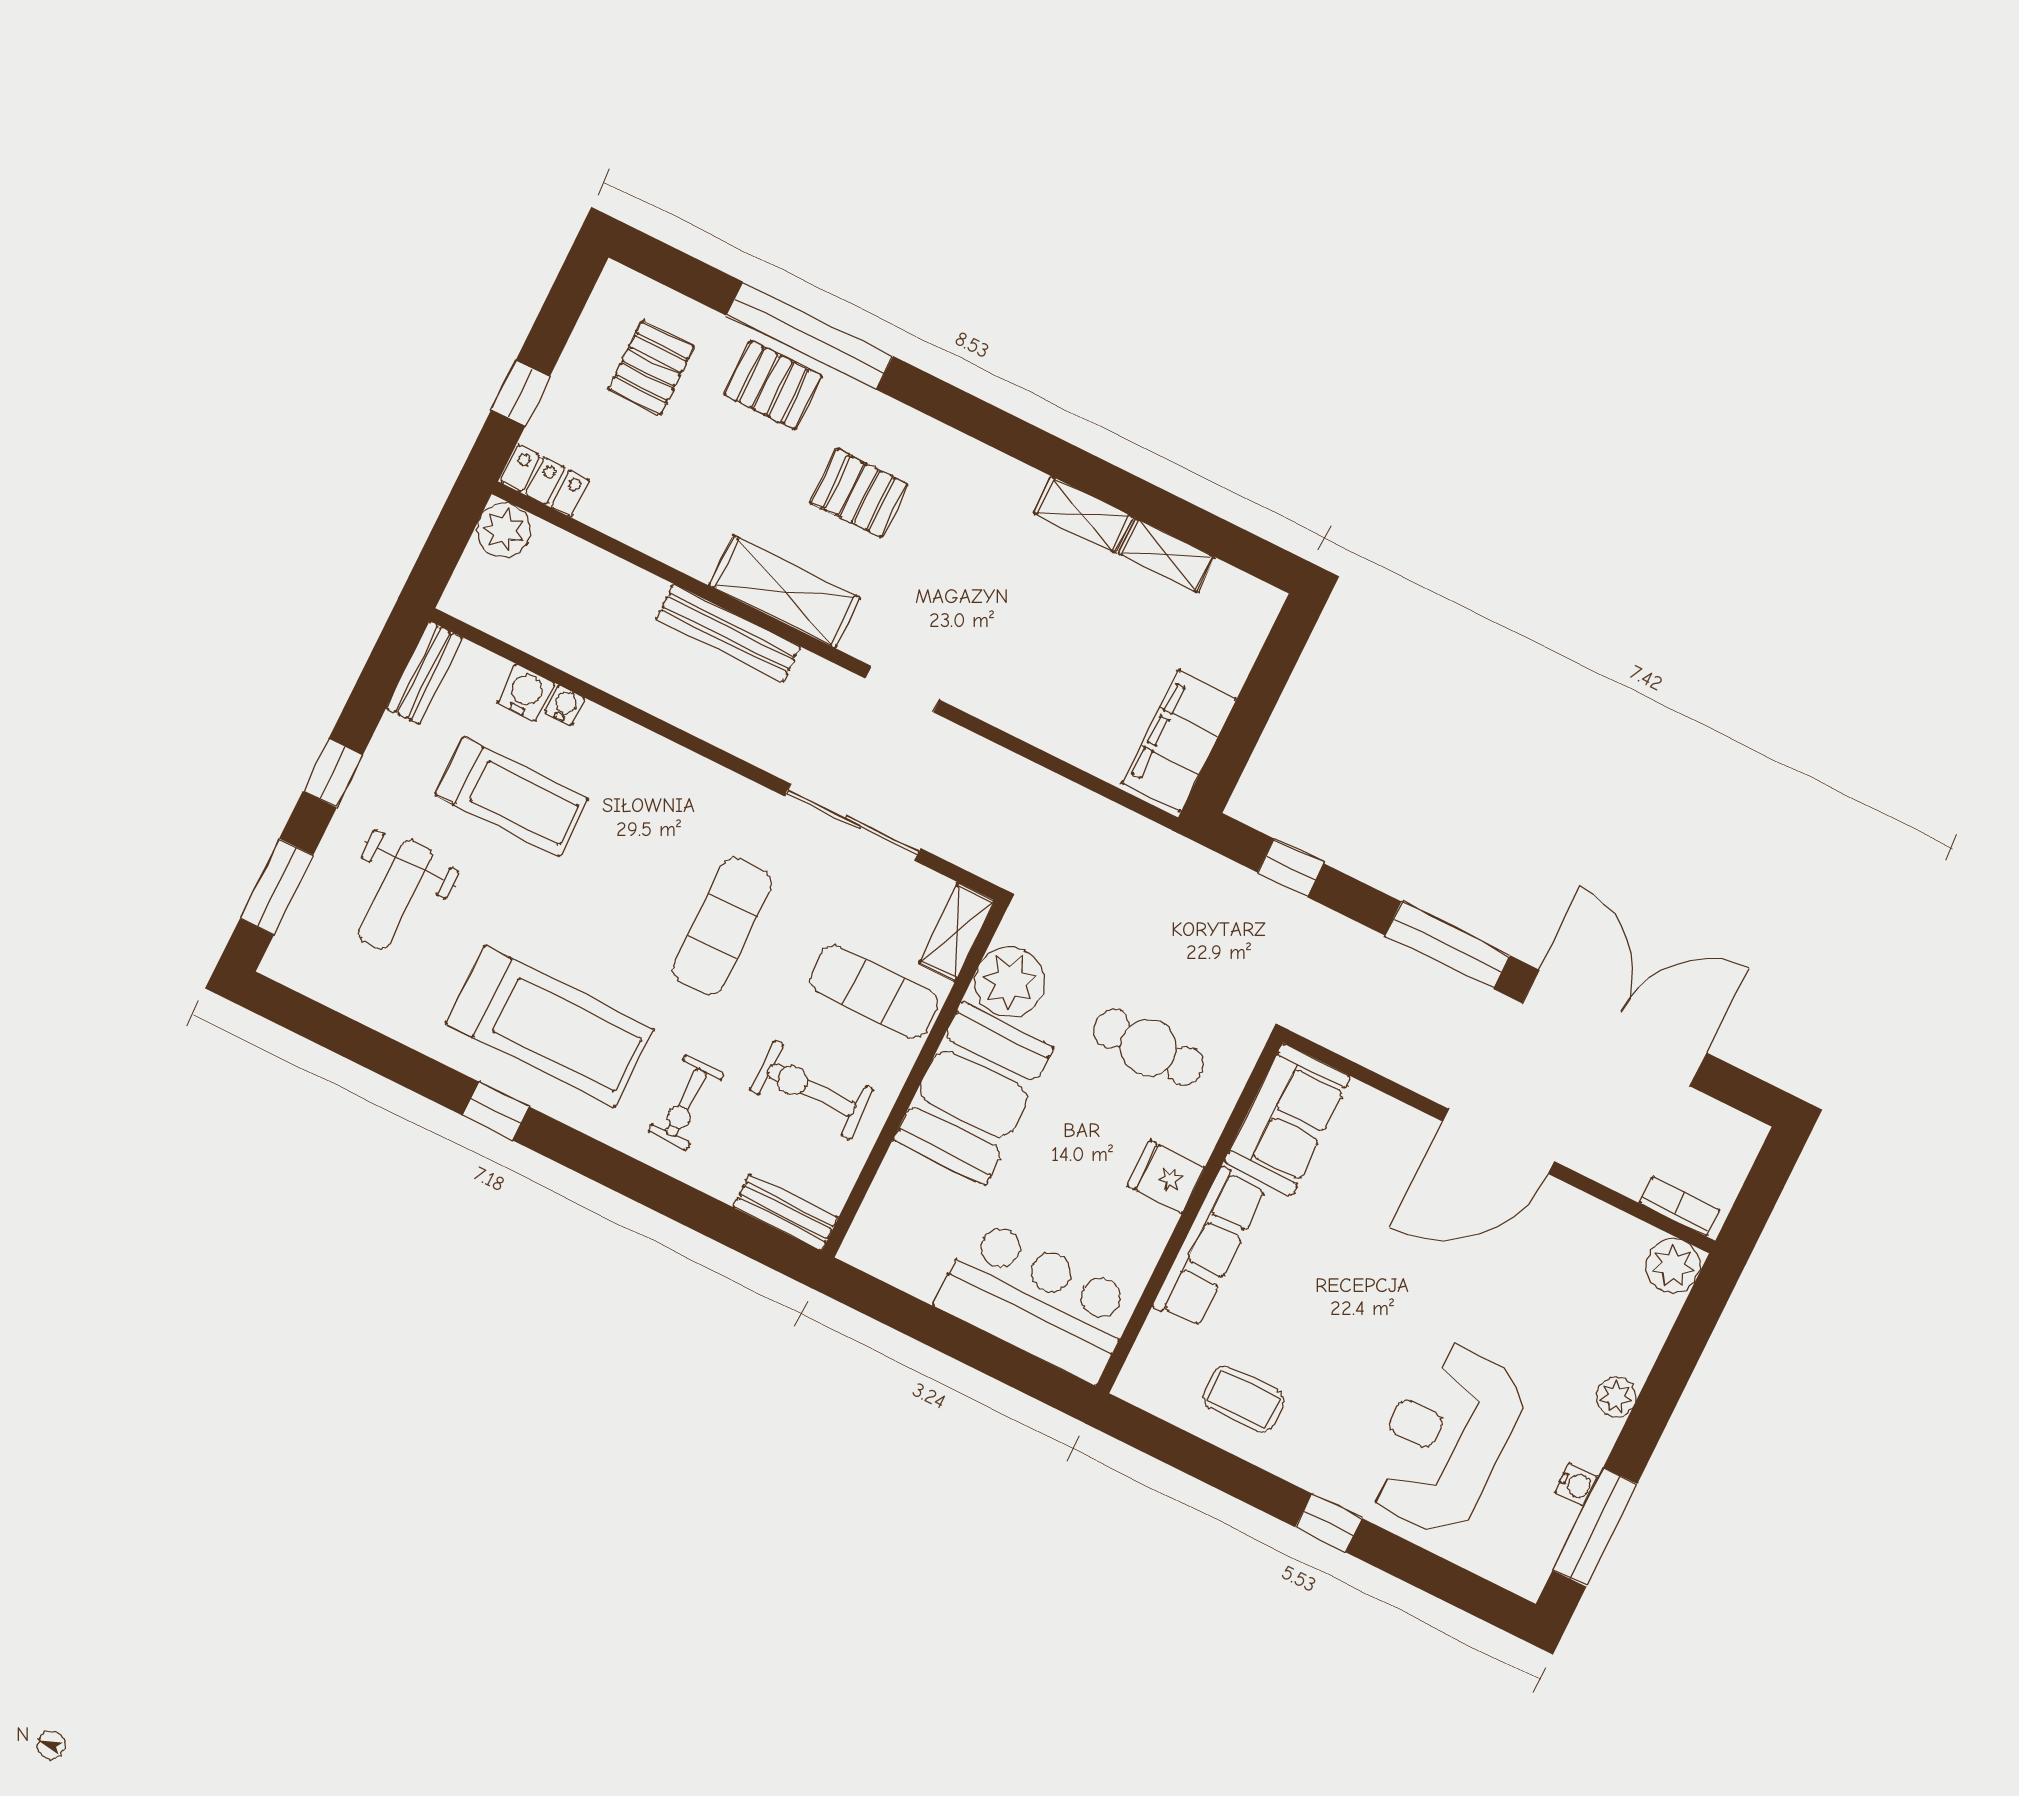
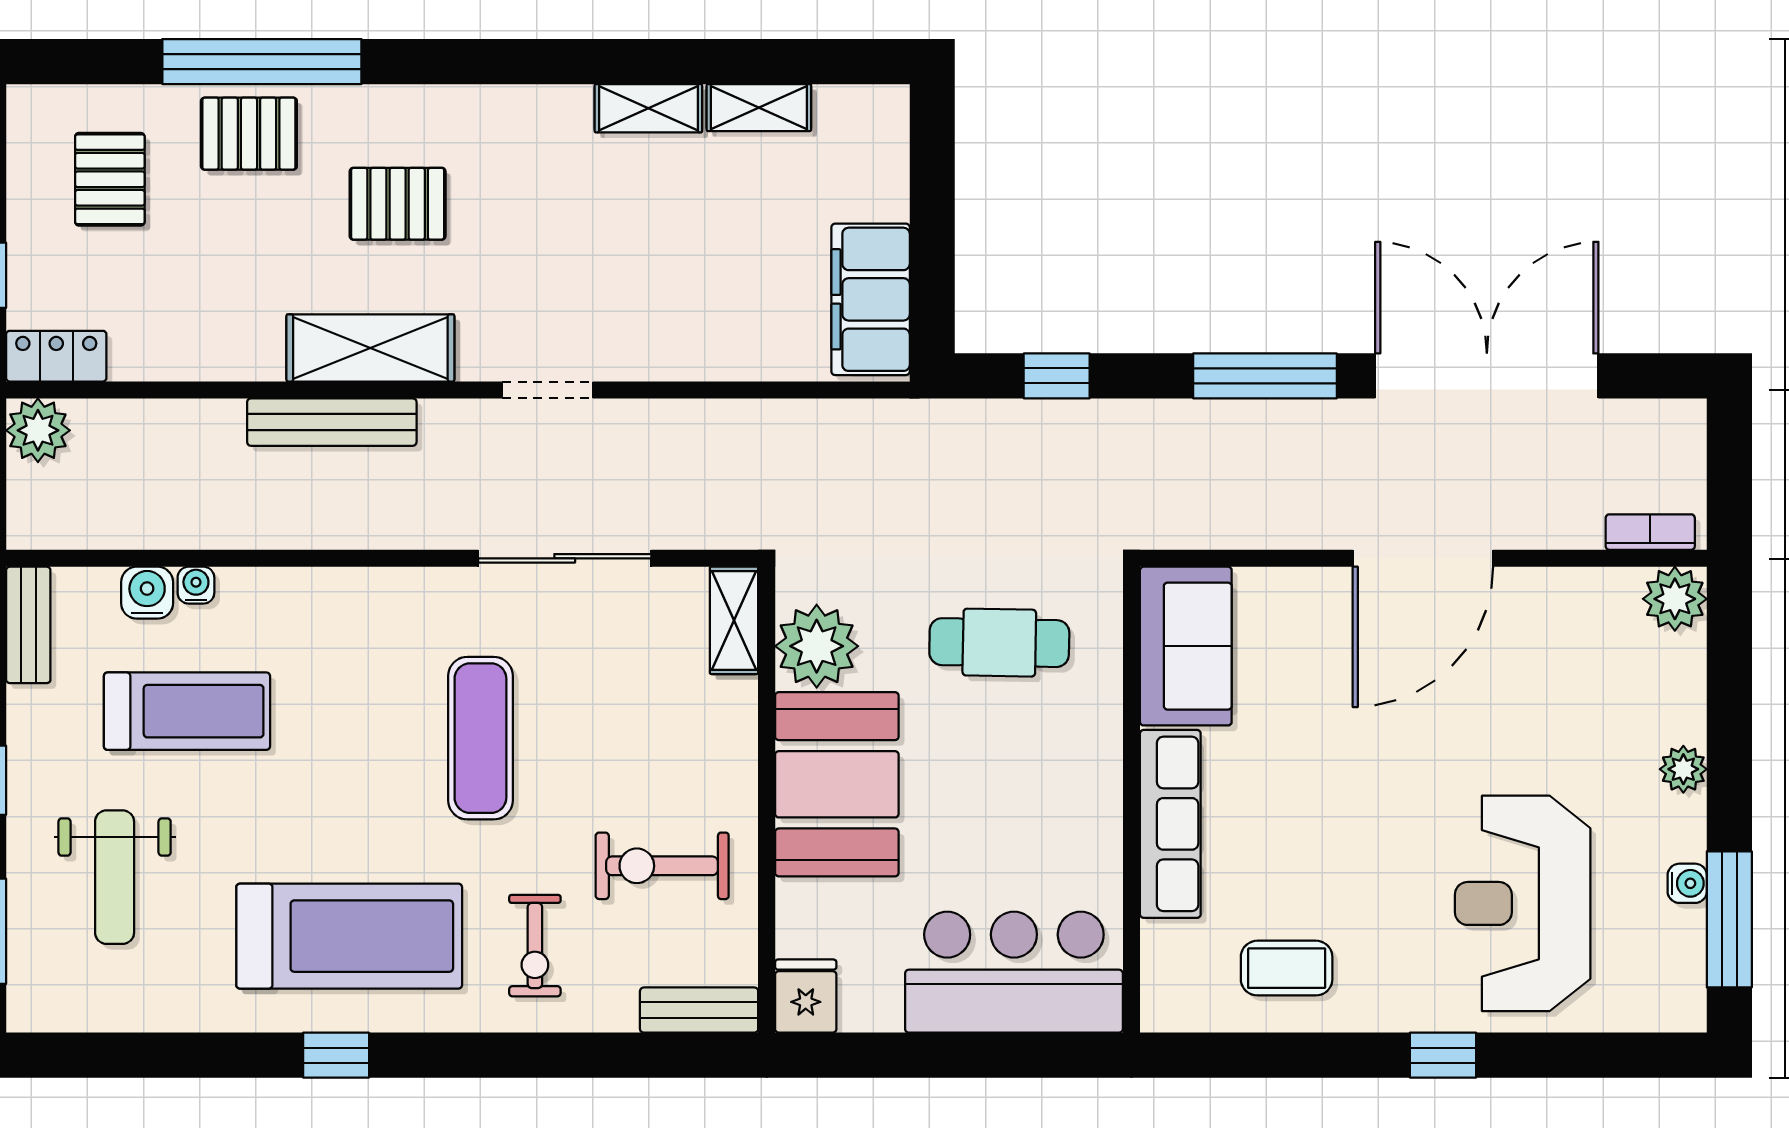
exercise mat: (874, 992) -> (677, 728), removed
fridge: (1166, 1177) -> (806, 996), moved, turned 90

